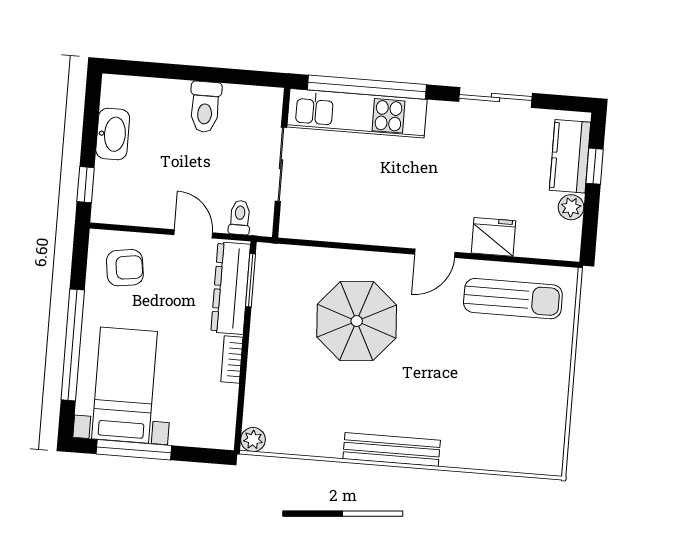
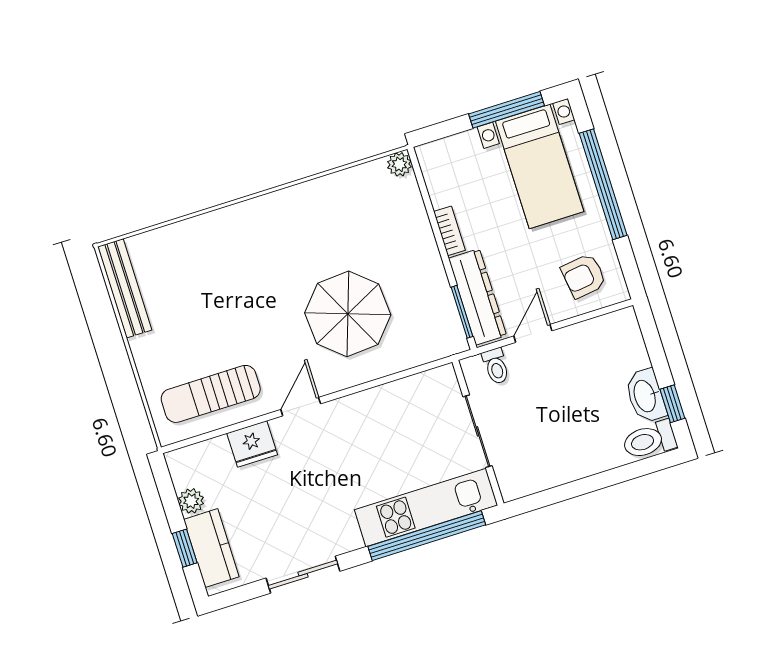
toilet: (205, 107) -> (649, 440), moved, turned -90
window: (86, 185) -> (672, 404), moved
door: (193, 234) -> (533, 333), swing flipped
bench: (392, 450) -> (125, 288), moved, turned 90

